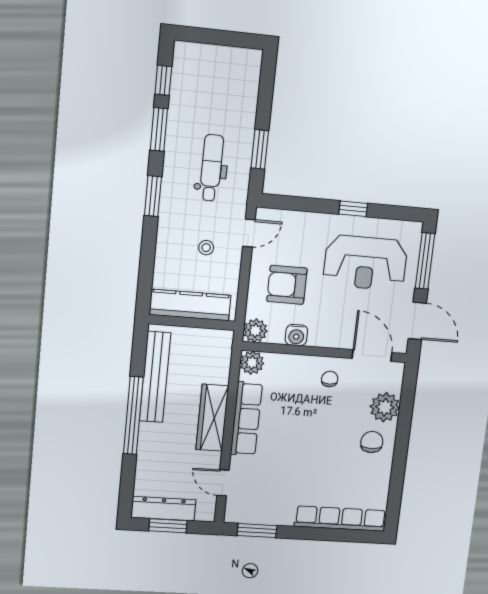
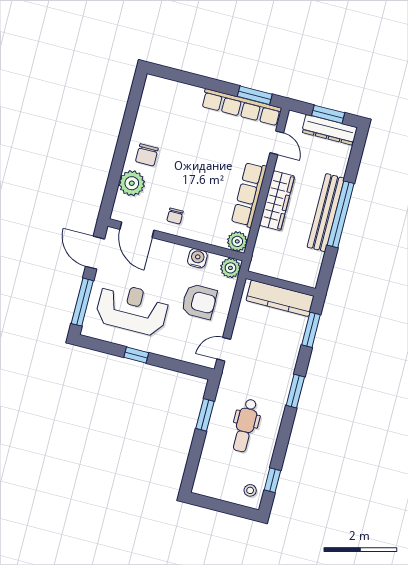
window: (159, 129) -> (311, 330), moved
dental chair: (211, 168) -> (245, 425), moved
stool: (206, 248) -> (250, 490), moved
bench: (155, 377) -> (326, 213), moved
row of seats: (340, 519) -> (241, 107), moved

